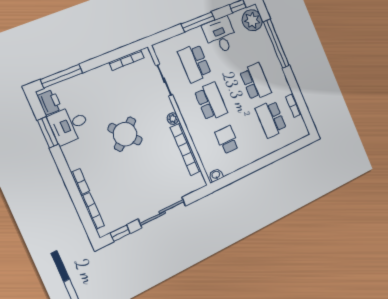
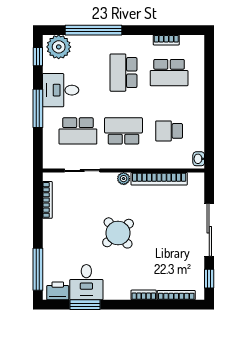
school desk: (255, 82) -> (124, 73), turned -90

